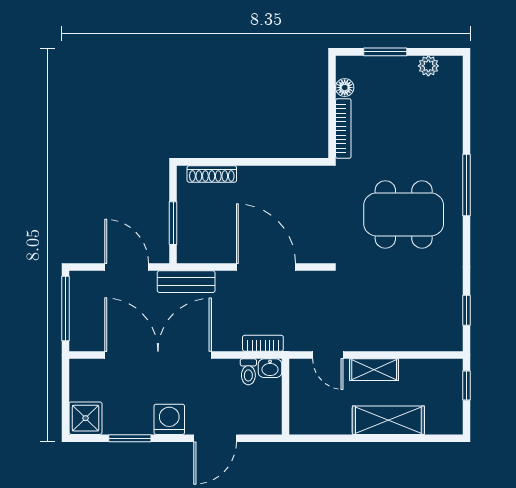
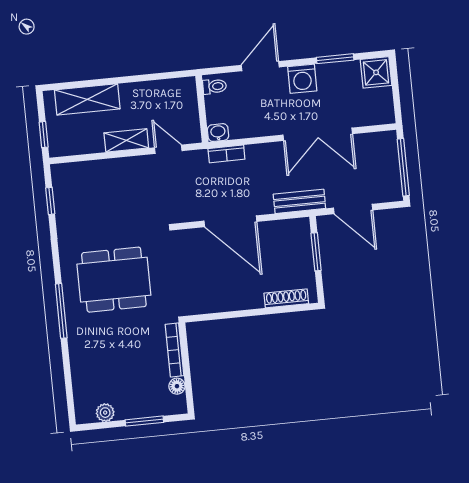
double door: (158, 355) -> (318, 134), width x0.73
toilet: (248, 372) -> (215, 86), moved, turned 90
shelving: (388, 420) -> (87, 99), moved

